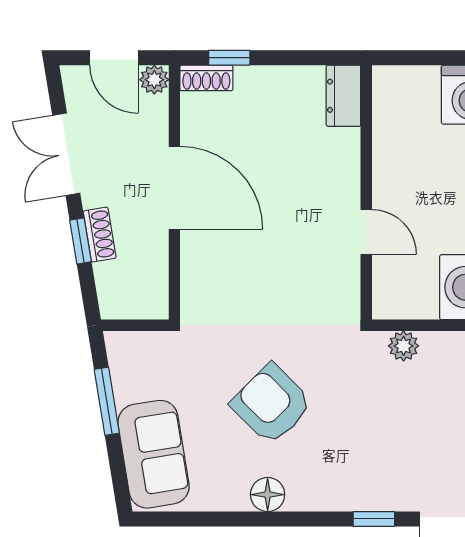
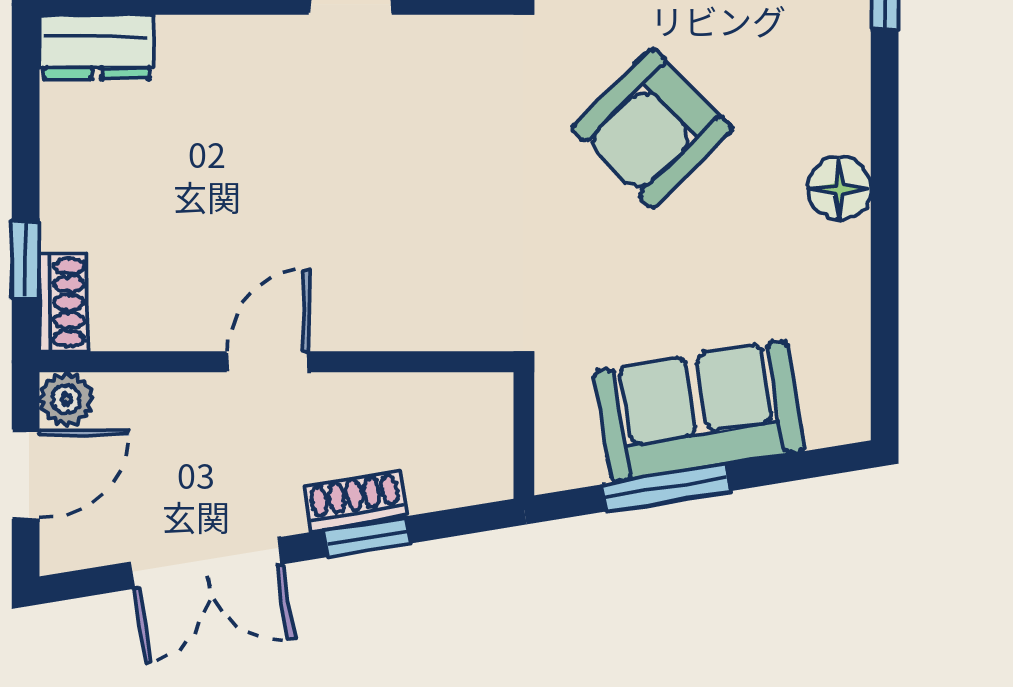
door: (174, 188) -> (268, 362), width x0.53
armchair: (272, 404) -> (652, 128), moved
sofa: (154, 454) -> (699, 411), moved

